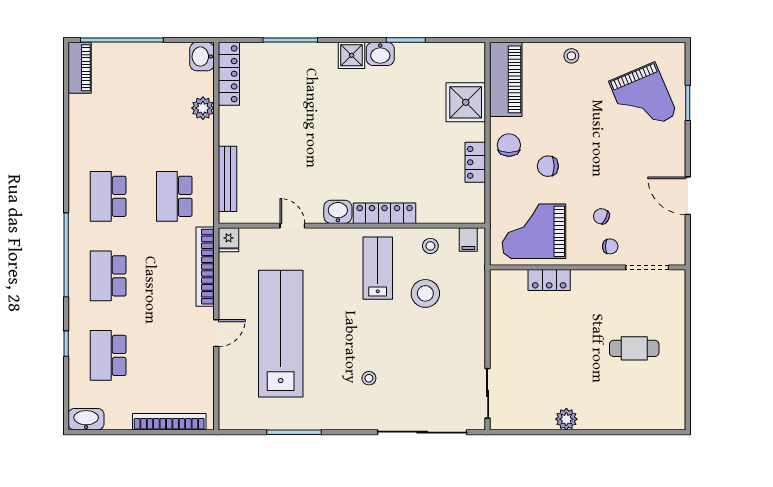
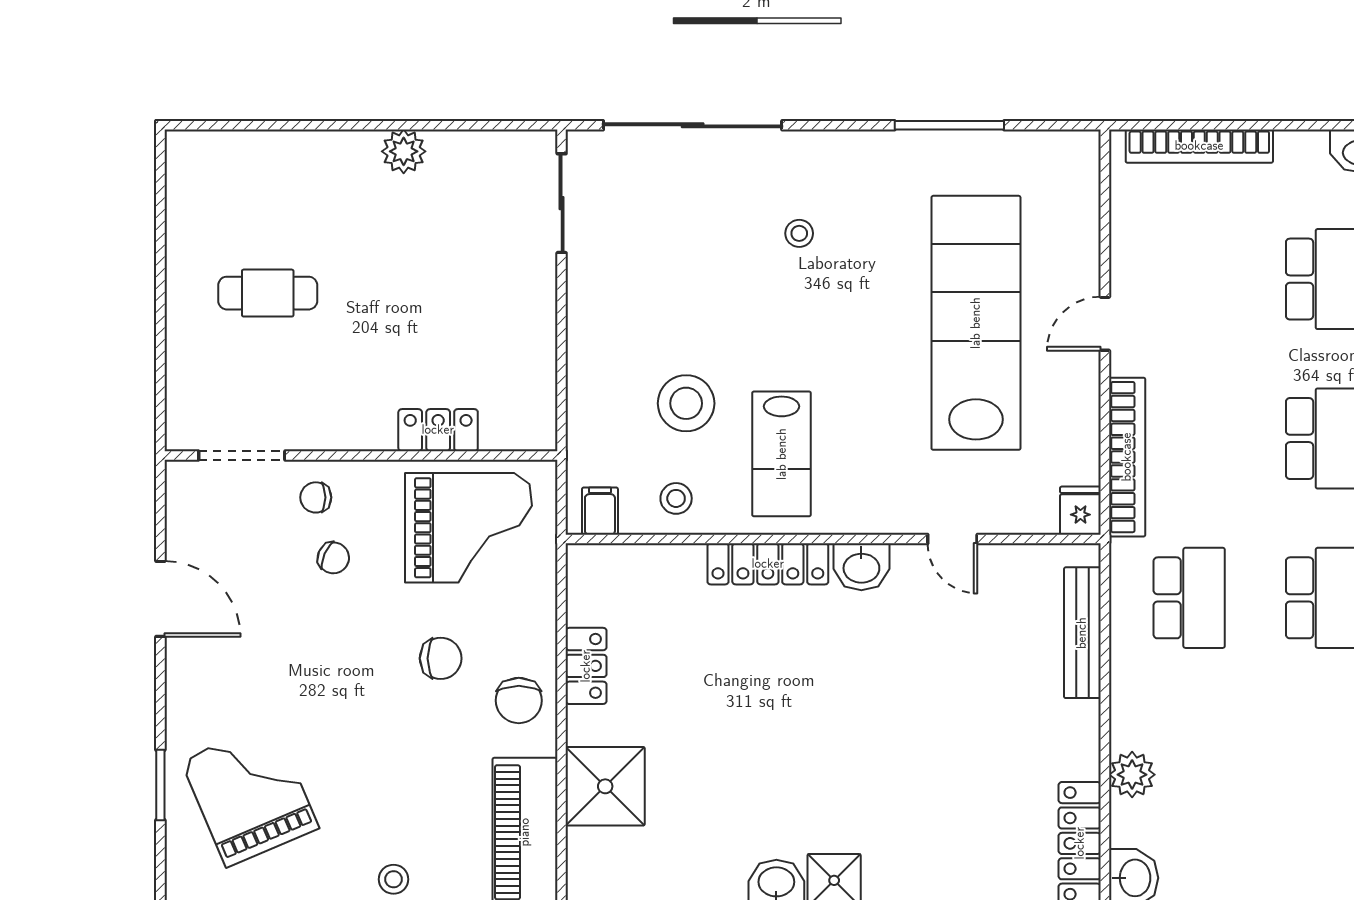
lab bench: (281, 334) -> (976, 323), turned 180

